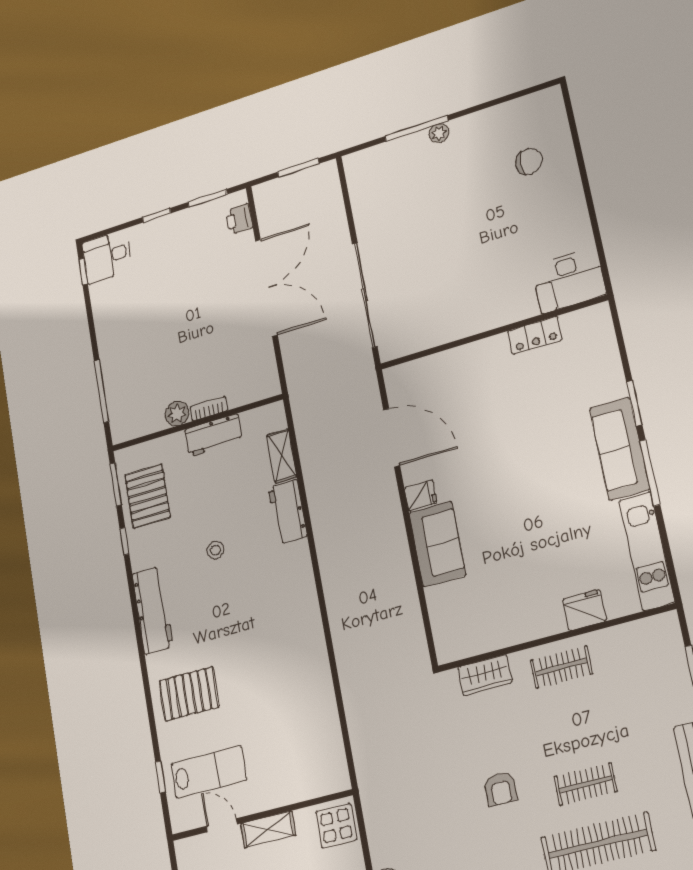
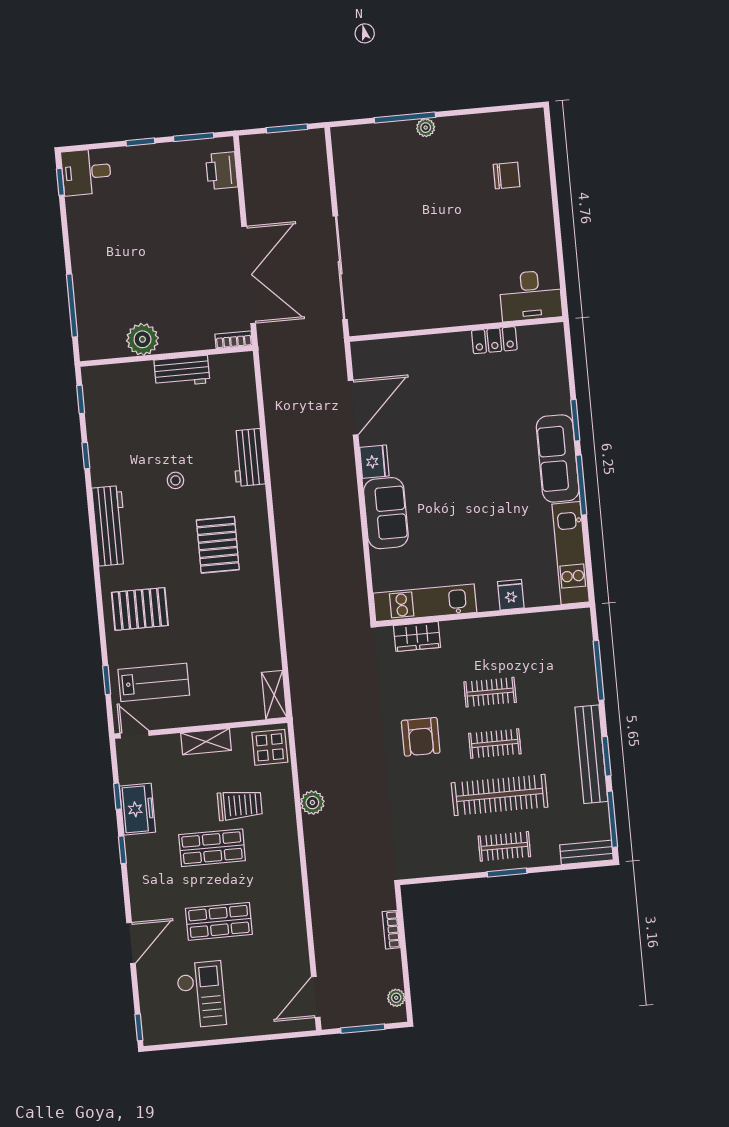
printer: (239, 219) -> (222, 171), width x1.36, depth x1.24
double door: (266, 288) -> (249, 275), moved
bookcase: (209, 409) -> (234, 340), moved
plant: (177, 414) -> (142, 339), width x1.36, depth x1.36
door: (392, 438) -> (353, 408), hinge flipped
shelving: (282, 456) -> (274, 695), moved
window: (116, 484) -> (81, 399), width x0.67
fridge: (421, 495) -> (374, 462), width x1.38
pallet: (148, 496) -> (218, 545), moved
fridge: (584, 610) -> (511, 595), width x0.72
kitchen unit: (490, 636) -> (425, 603), added
clothes rail: (562, 667) -> (490, 692), moved
armchair: (501, 789) -> (421, 737), width x1.38, depth x1.38
door: (222, 825) -> (135, 734), moved

